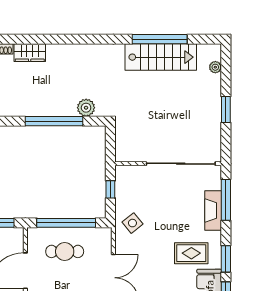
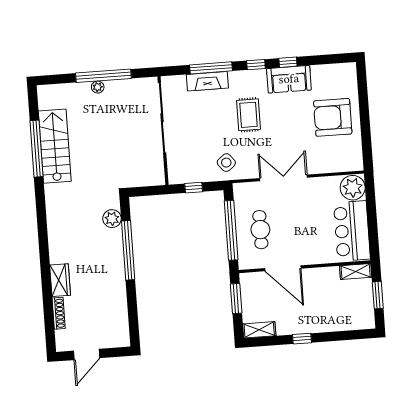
plant: (215, 67) -> (98, 87), moved
window: (226, 110) -> (103, 76), width x2.11
window: (226, 200) -> (211, 68), moved
rug: (191, 253) -> (248, 115), moved
window: (226, 259) -> (256, 65), width x0.67

